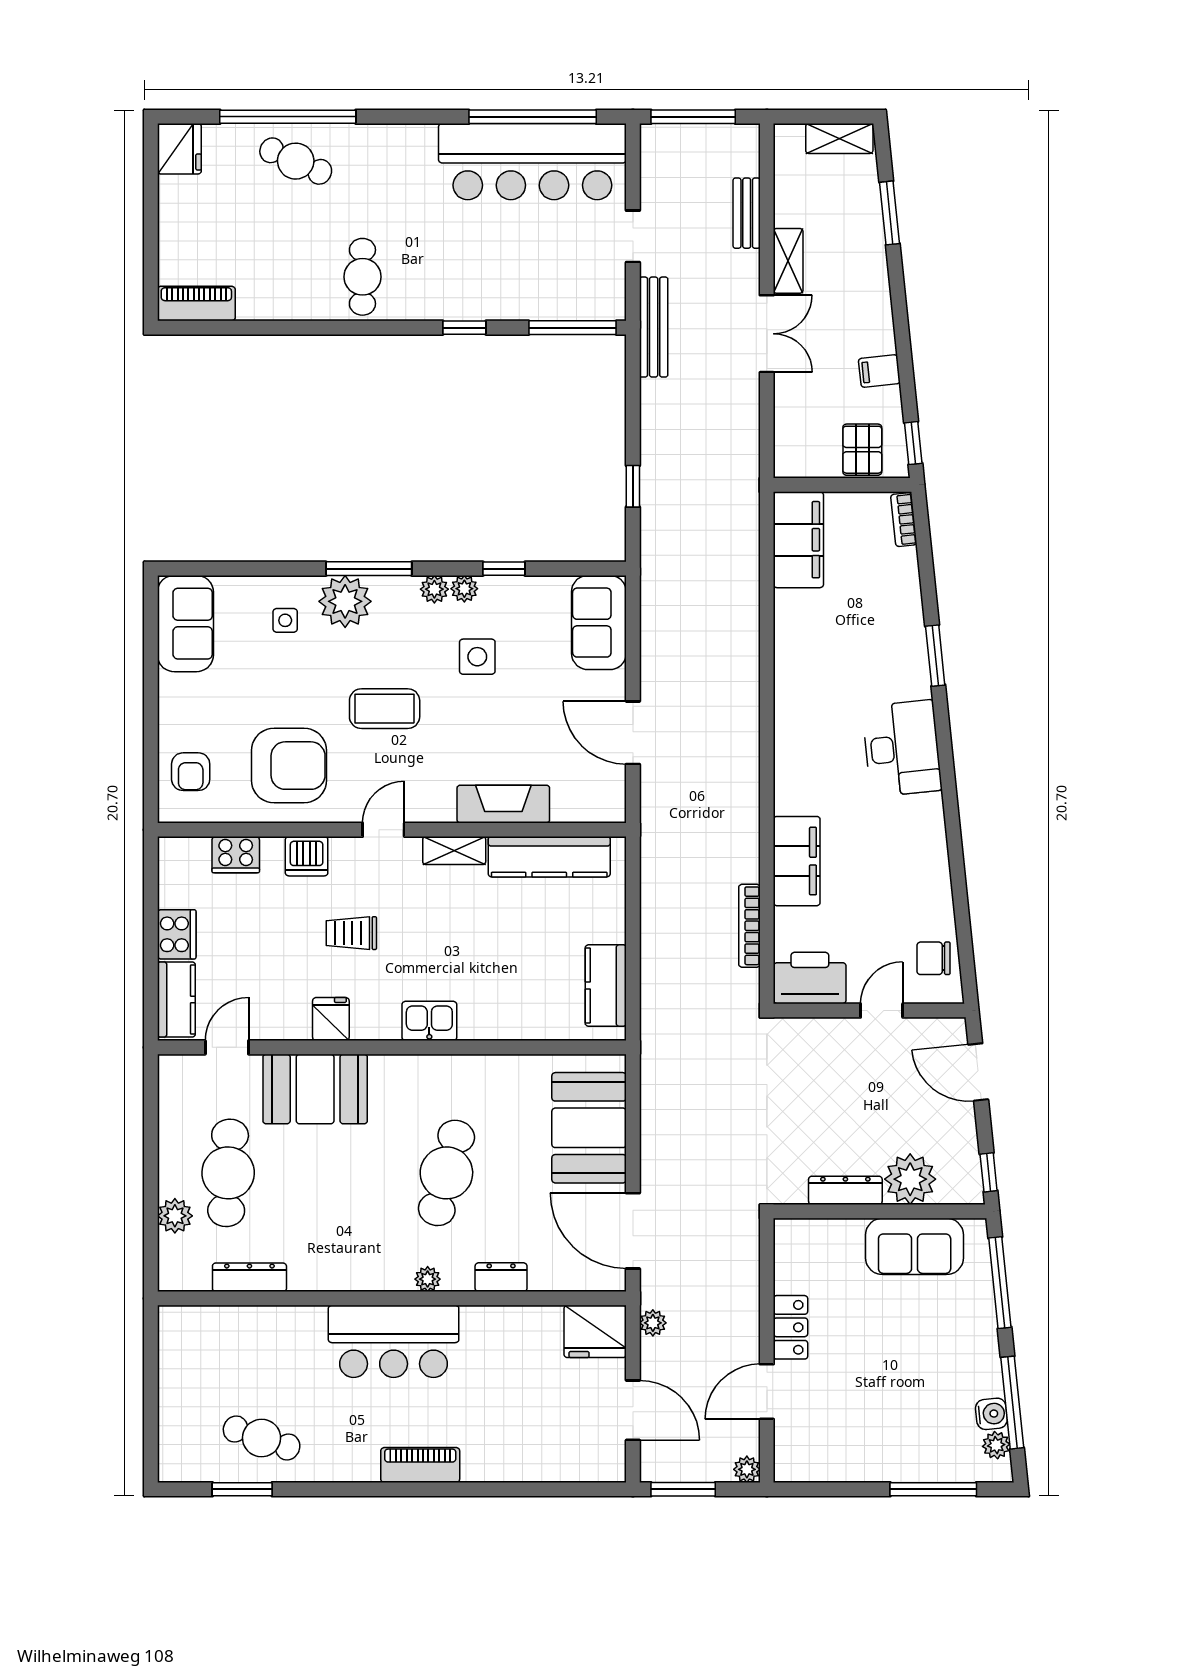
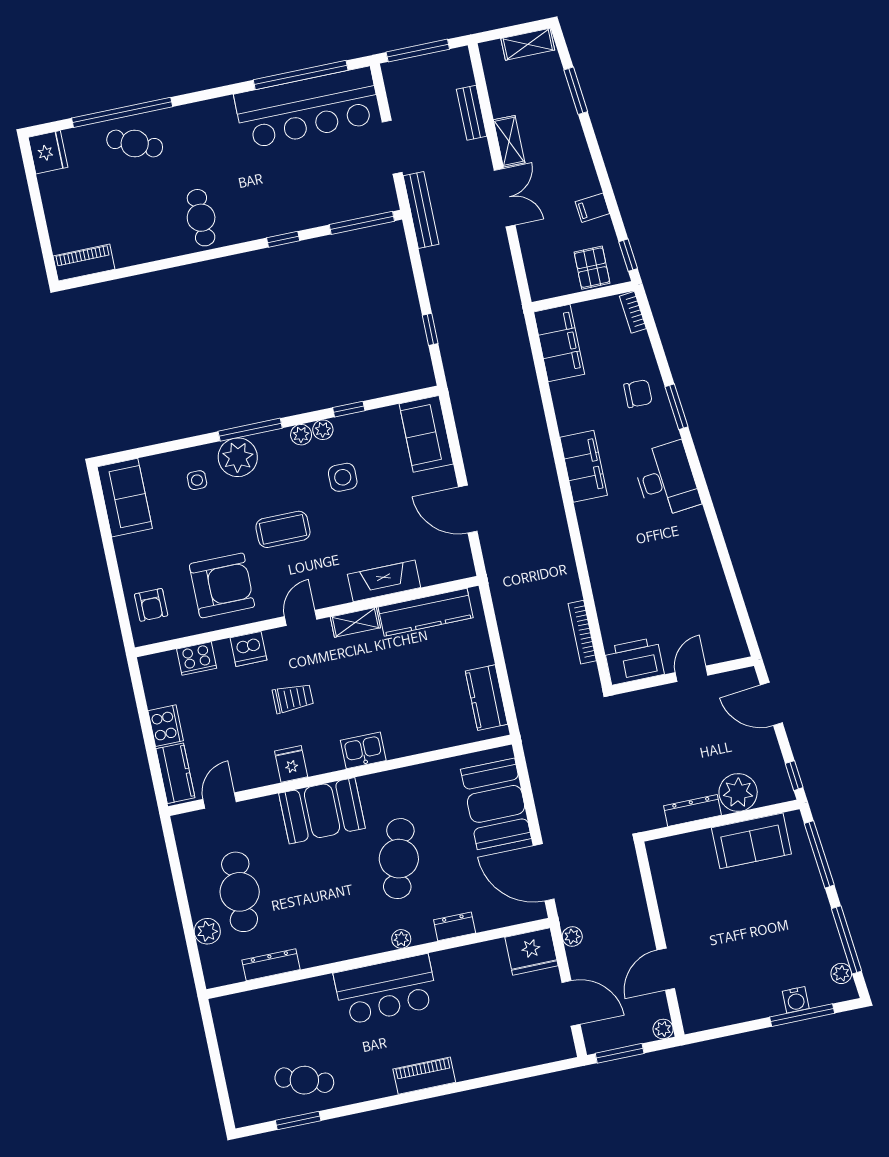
doorway: (633, 236) -> (392, 147), width x1.38
filing cabinet: (797, 861) -> (584, 466), moved
trolley: (351, 933) -> (293, 698), turned 180
chair: (934, 958) -> (638, 394), moved, turned 180
booth: (315, 1089) -> (322, 811), moved
locker: (791, 1327) -> (673, 919), removed
water cooler: (991, 1414) -> (796, 1000), moved, turned 96

